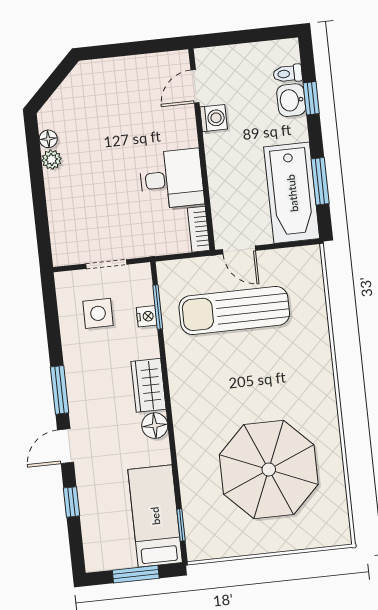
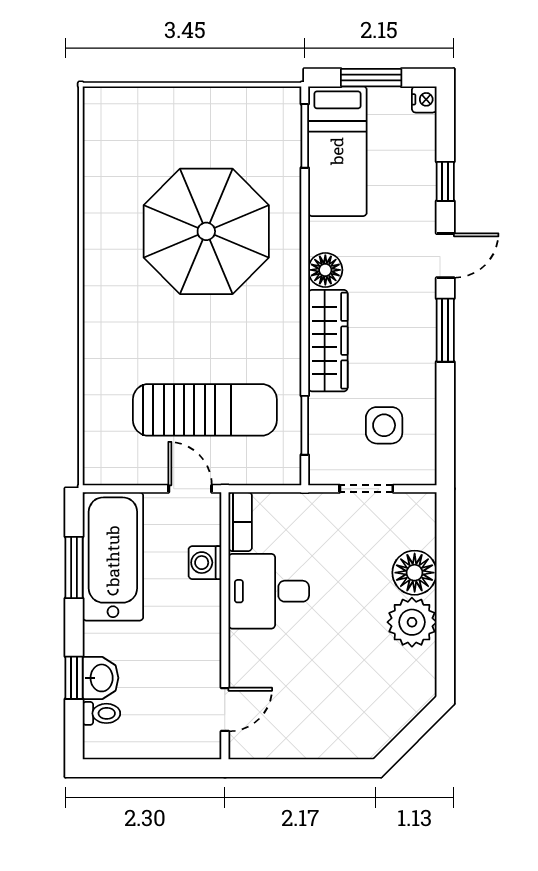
washing machine: (214, 118) -> (205, 563), moved
floor lamp: (48, 139) -> (415, 573), moved, width x1.89, depth x1.89
plant: (52, 160) -> (412, 622), width x1.88, depth x1.88
nightstand: (147, 316) -> (424, 99), moved, turned 180
wardrobe: (148, 385) -> (328, 341), width x1.50
parasol: (269, 470) -> (206, 231), moved
window: (181, 525) -> (305, 136), width x1.50

